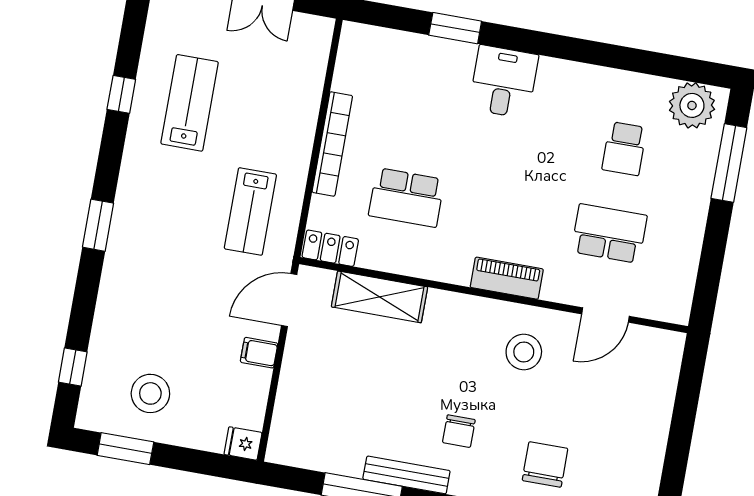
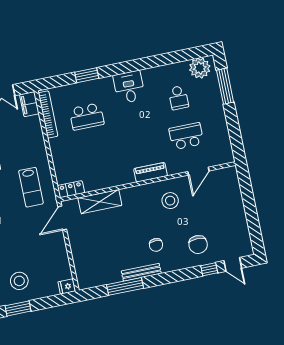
desk: (504, 82) -> (129, 87), moved
bookcase: (332, 144) -> (48, 115), moved
school desk: (406, 197) -> (87, 117), moved
filing cabinet: (259, 353) -> (29, 104), moved, width x2.00
chair: (545, 464) -> (198, 245), turned 180

